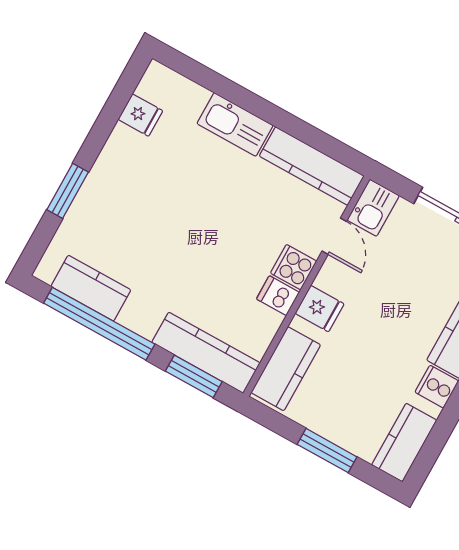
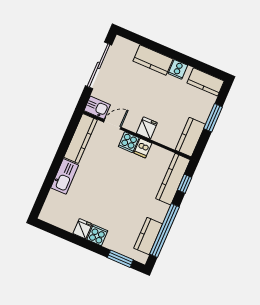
fridge: (140, 115) -> (83, 229), moved
cooker: (104, 181) -> (97, 235), added
window: (68, 191) -> (120, 259), moved
kitchen counter: (286, 369) -> (190, 137), moved, turned -90
window: (194, 376) -> (185, 184), width x0.67

